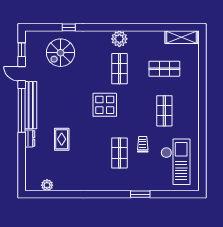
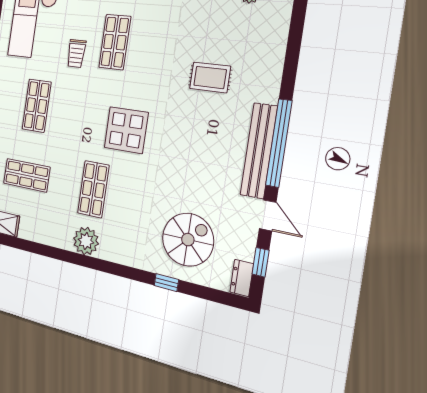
dresser: (30, 138) -> (242, 278), moved
rug: (62, 139) -> (210, 77), turned 90

